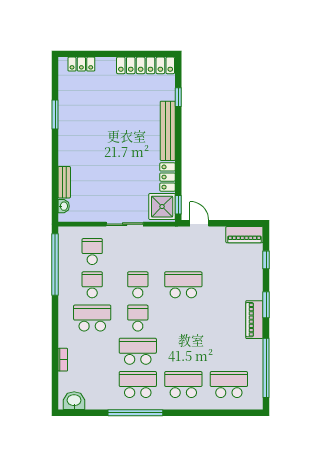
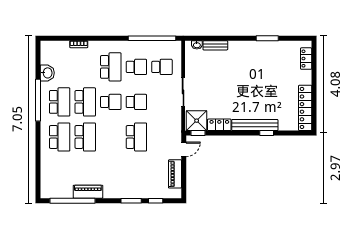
window: (178, 97) -> (267, 133), moved
piano: (244, 235) -> (175, 174), moved
window: (266, 305) -> (131, 201), moved
piano: (254, 320) -> (88, 192), moved
school desk: (229, 385) -> (85, 137), moved
washbasin: (74, 401) -> (47, 73), moved

